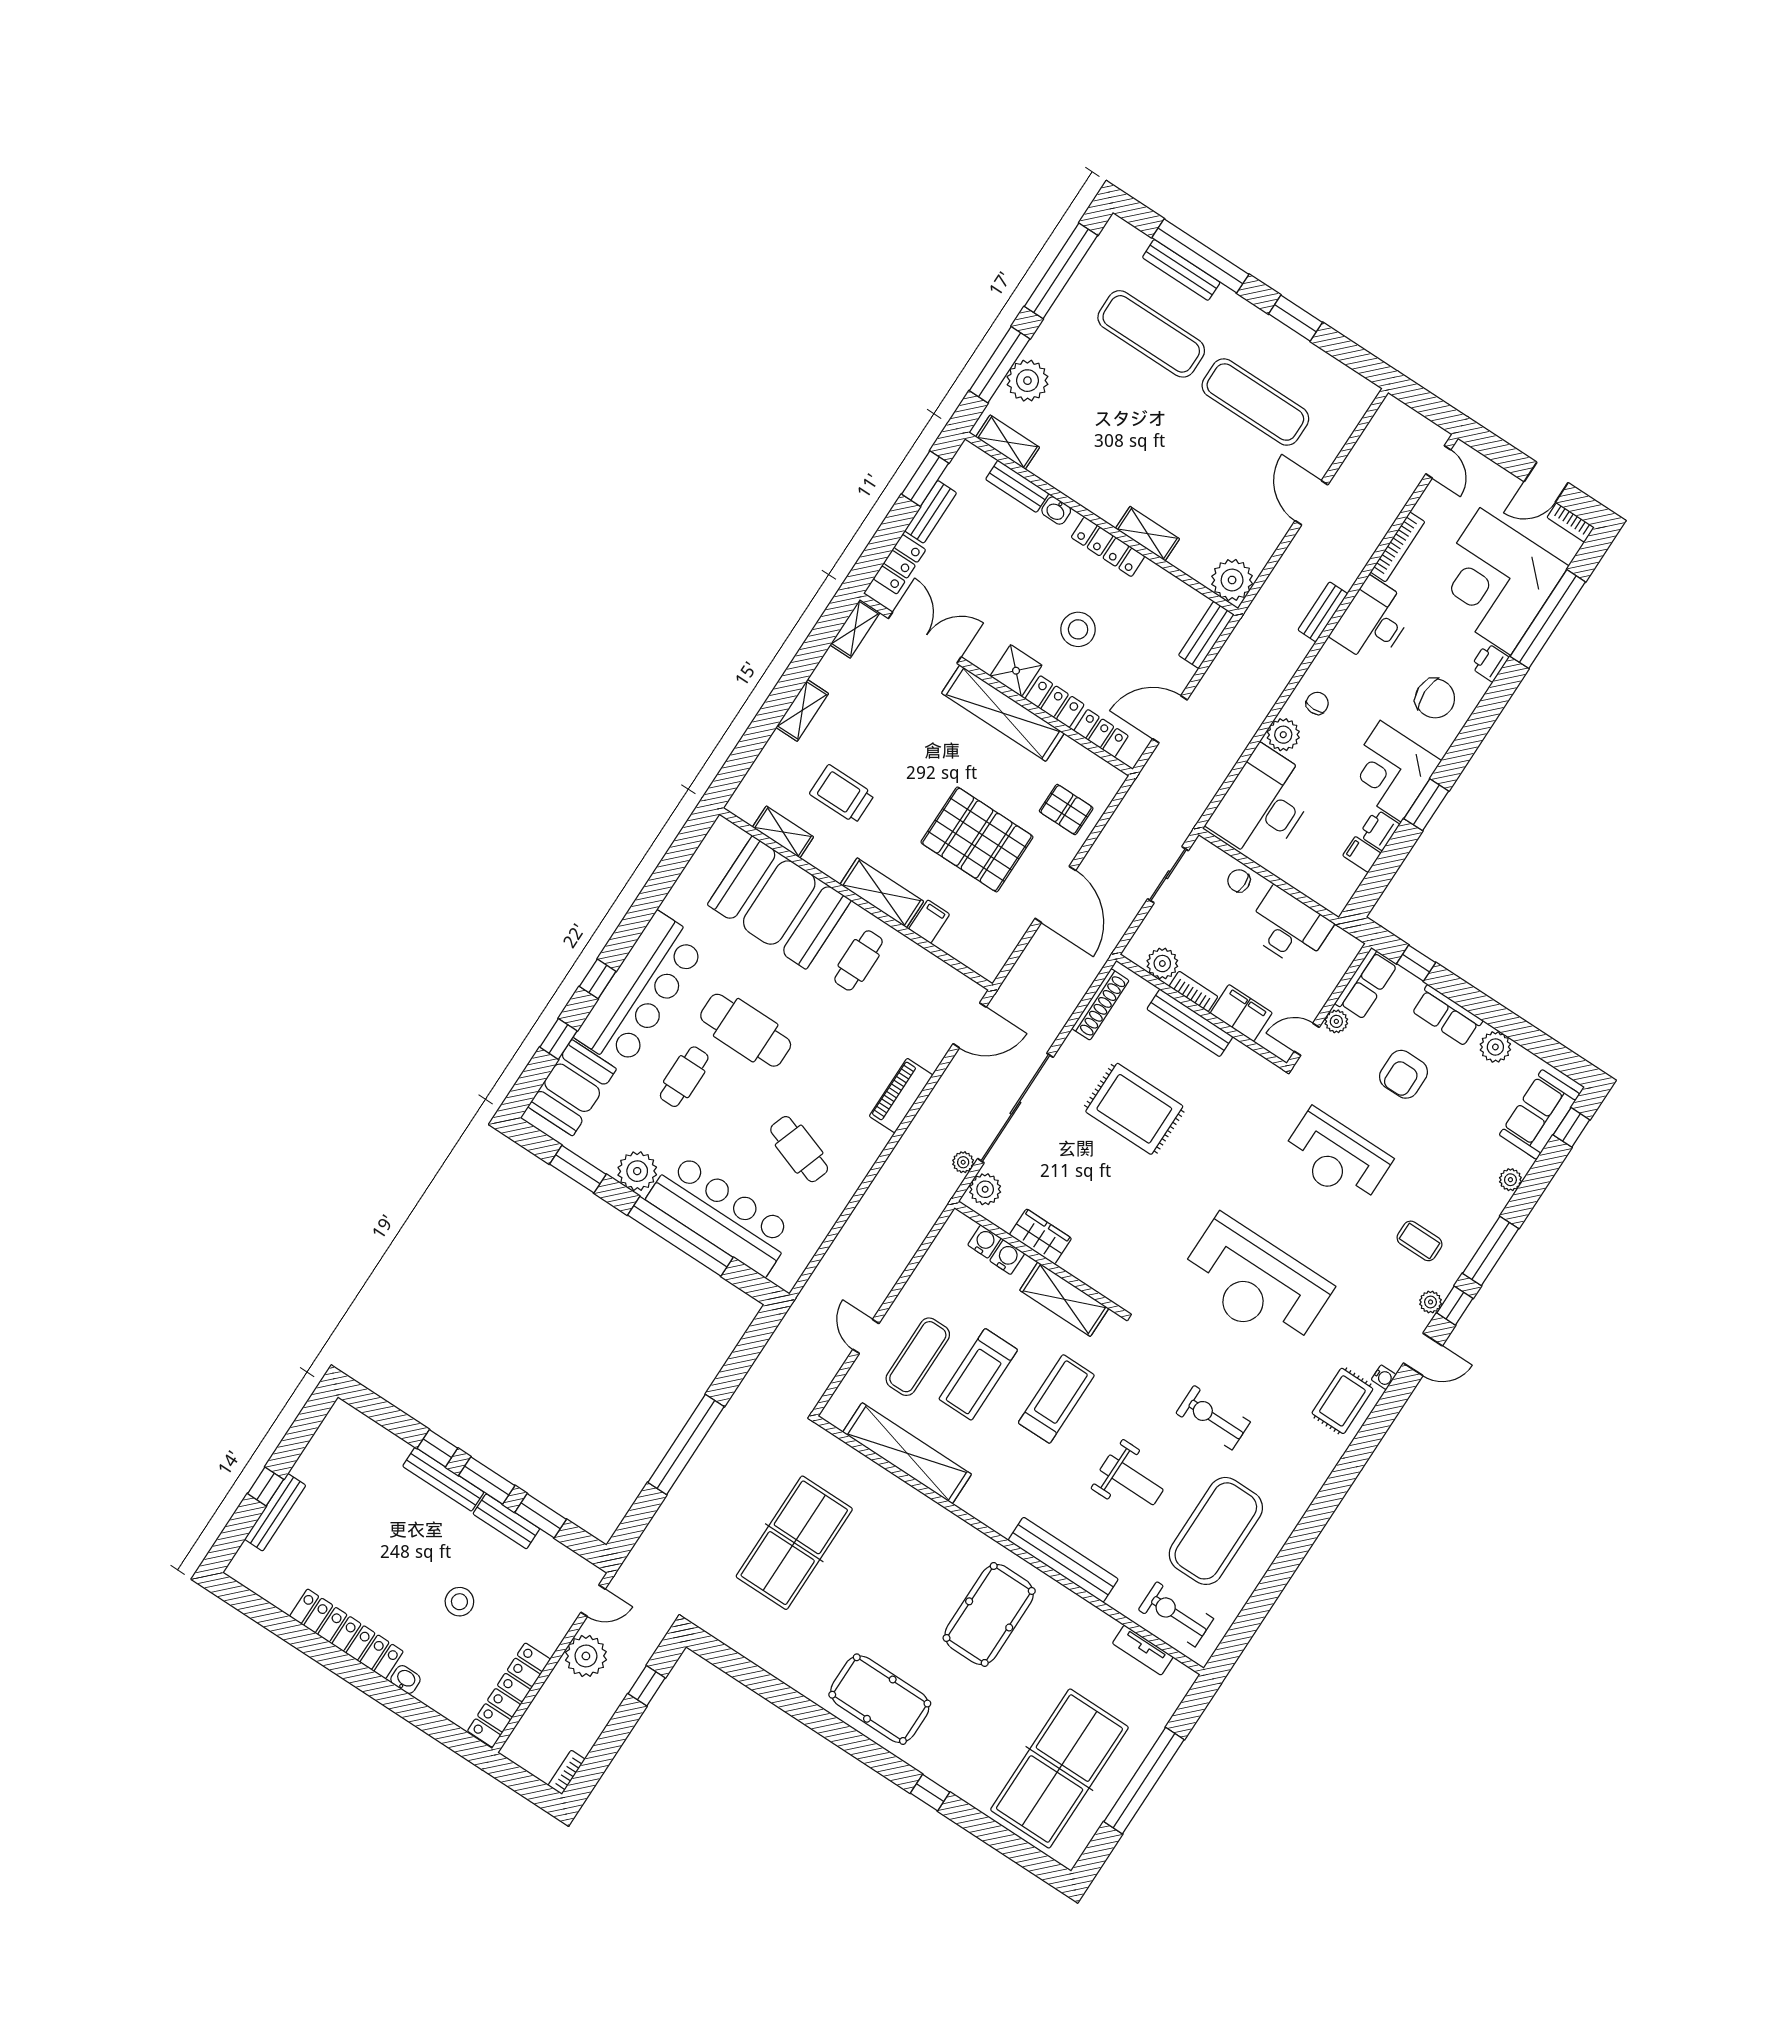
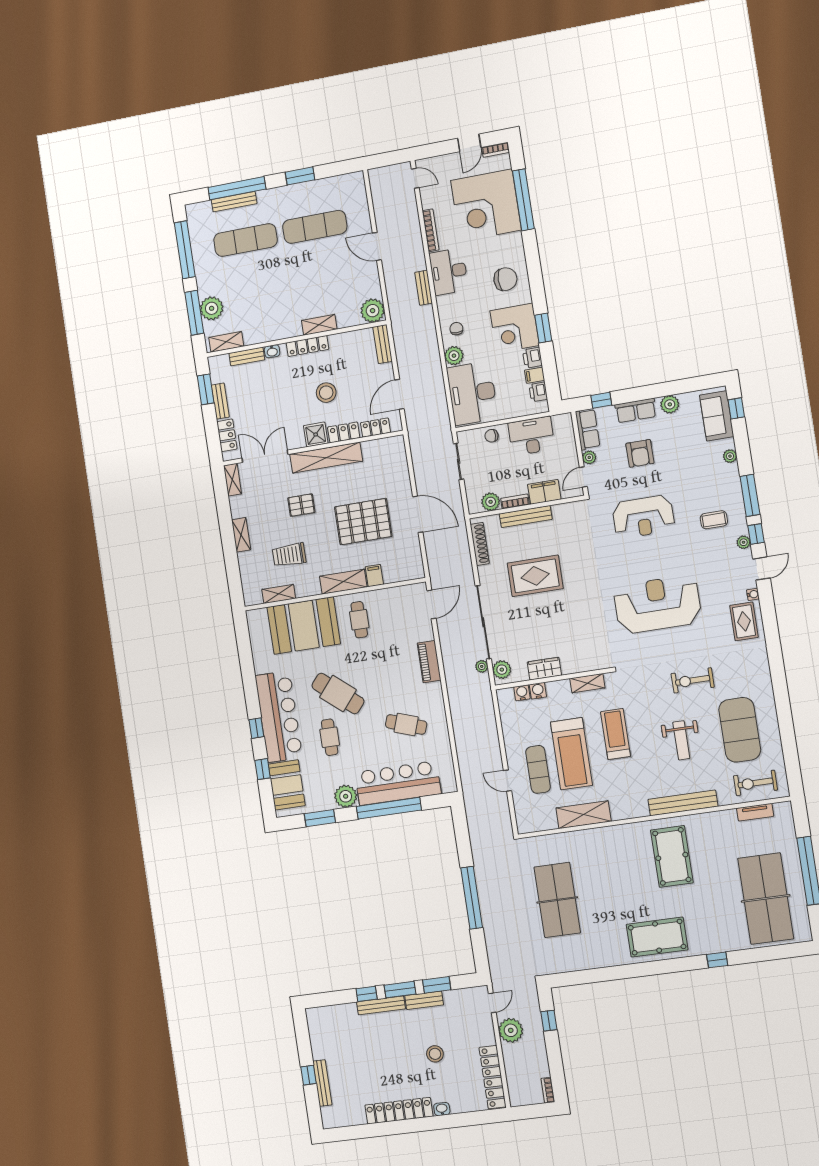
printer: (1490, 662) -> (538, 392), moved
pallet: (1066, 810) -> (301, 505), moved
cafe table: (746, 1030) -> (338, 693), turned 40
reception desk: (1255, 1283) -> (657, 604), turned 180
shelving: (1064, 1299) -> (587, 683), width x0.67, depth x0.75
treadmill: (978, 1374) -> (571, 754), width x1.37, depth x1.38
shelving: (907, 1453) -> (584, 815), width x0.68
weight bench: (1132, 1480) -> (681, 740), turned 90

